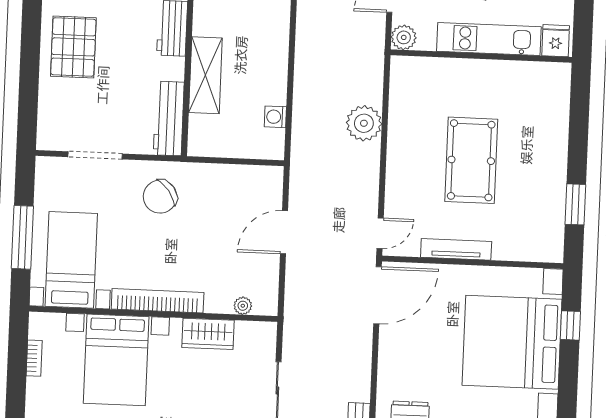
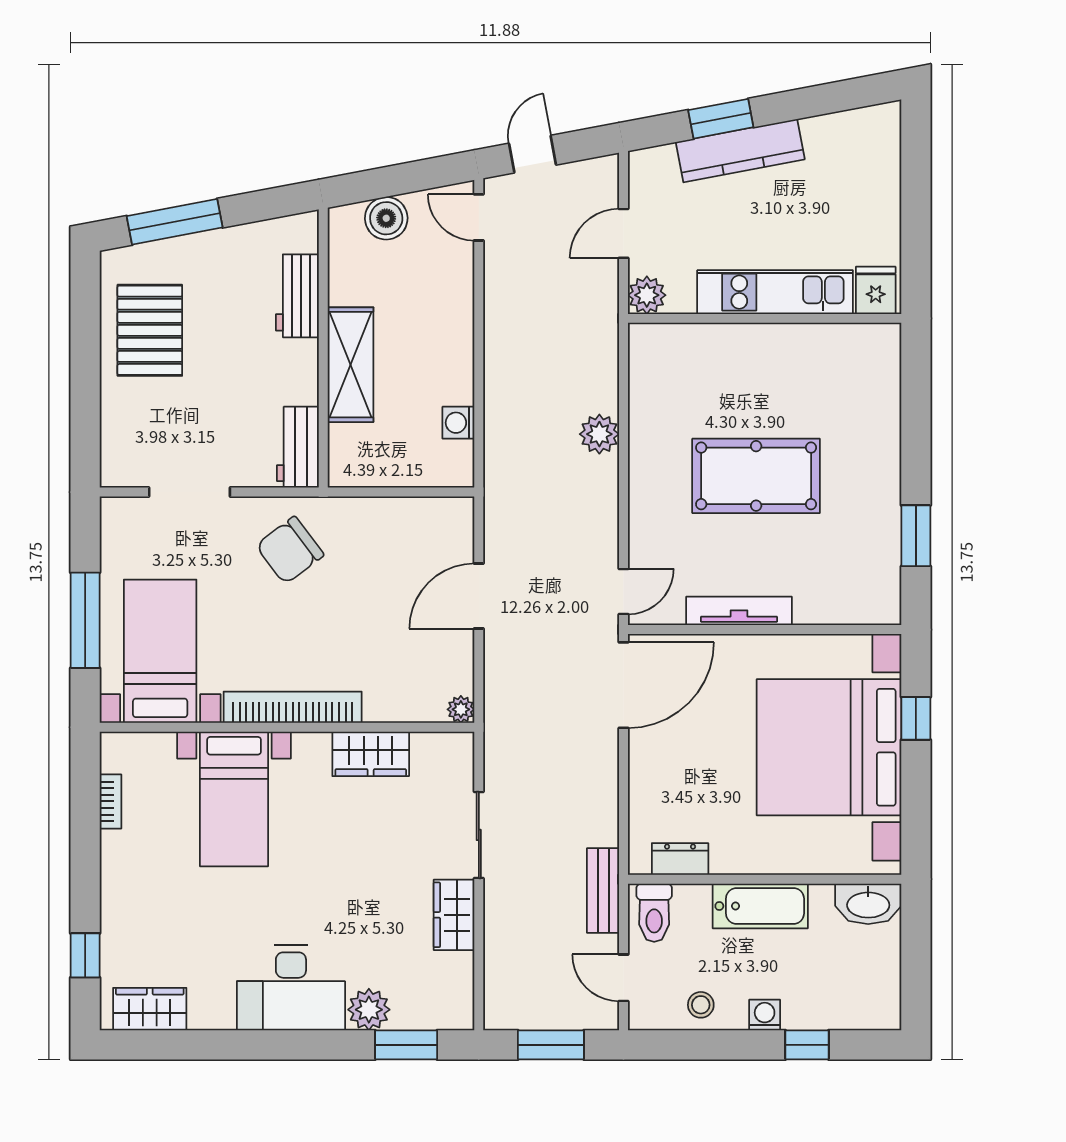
workbench: (169, 118) -> (298, 447), width x0.73
plant: (364, 123) -> (599, 434), width x0.73, depth x0.73
pool table: (471, 160) -> (756, 476), turned 90
plant: (243, 306) -> (461, 709), moved
bed with nightstands: (116, 360) -> (234, 799), width x0.73

